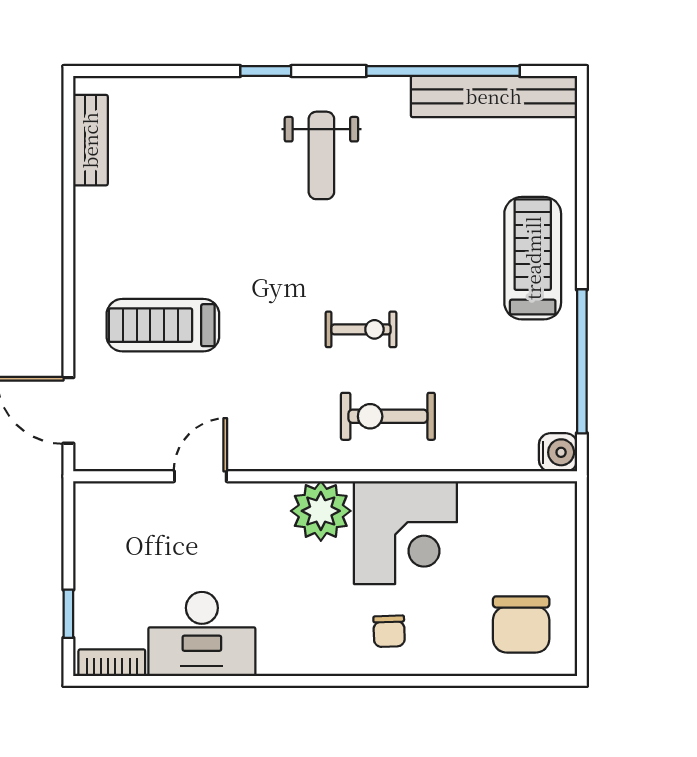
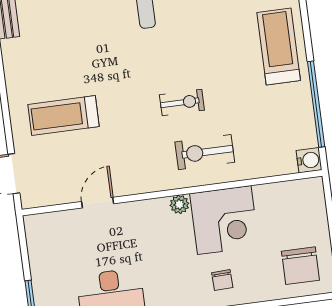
plant: (321, 511) -> (179, 204), width x0.53, depth x0.53

